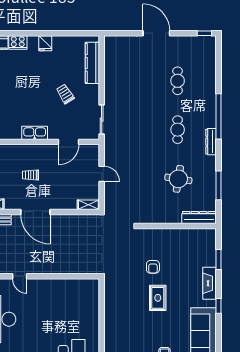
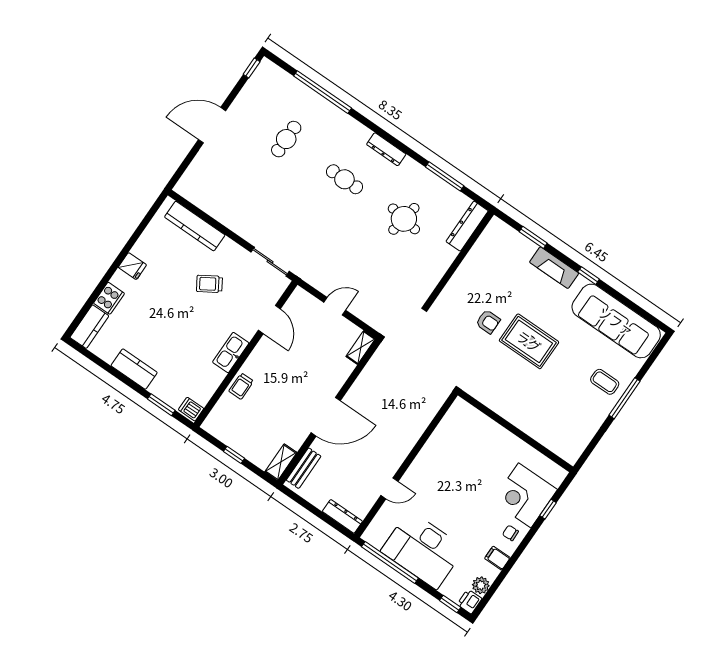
cafe table: (178, 81) -> (286, 139), turned 90
window: (218, 116) -> (323, 92), moved
trolley: (30, 175) -> (241, 386), moved
rug: (158, 298) -> (529, 341), width x1.36, depth x1.43

